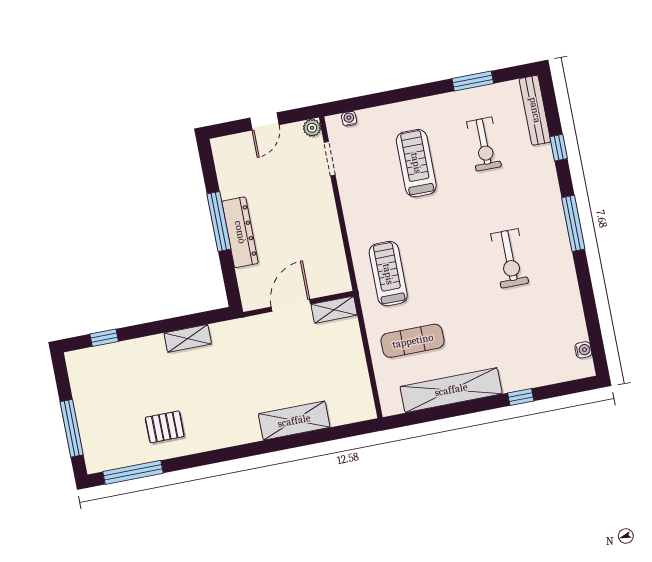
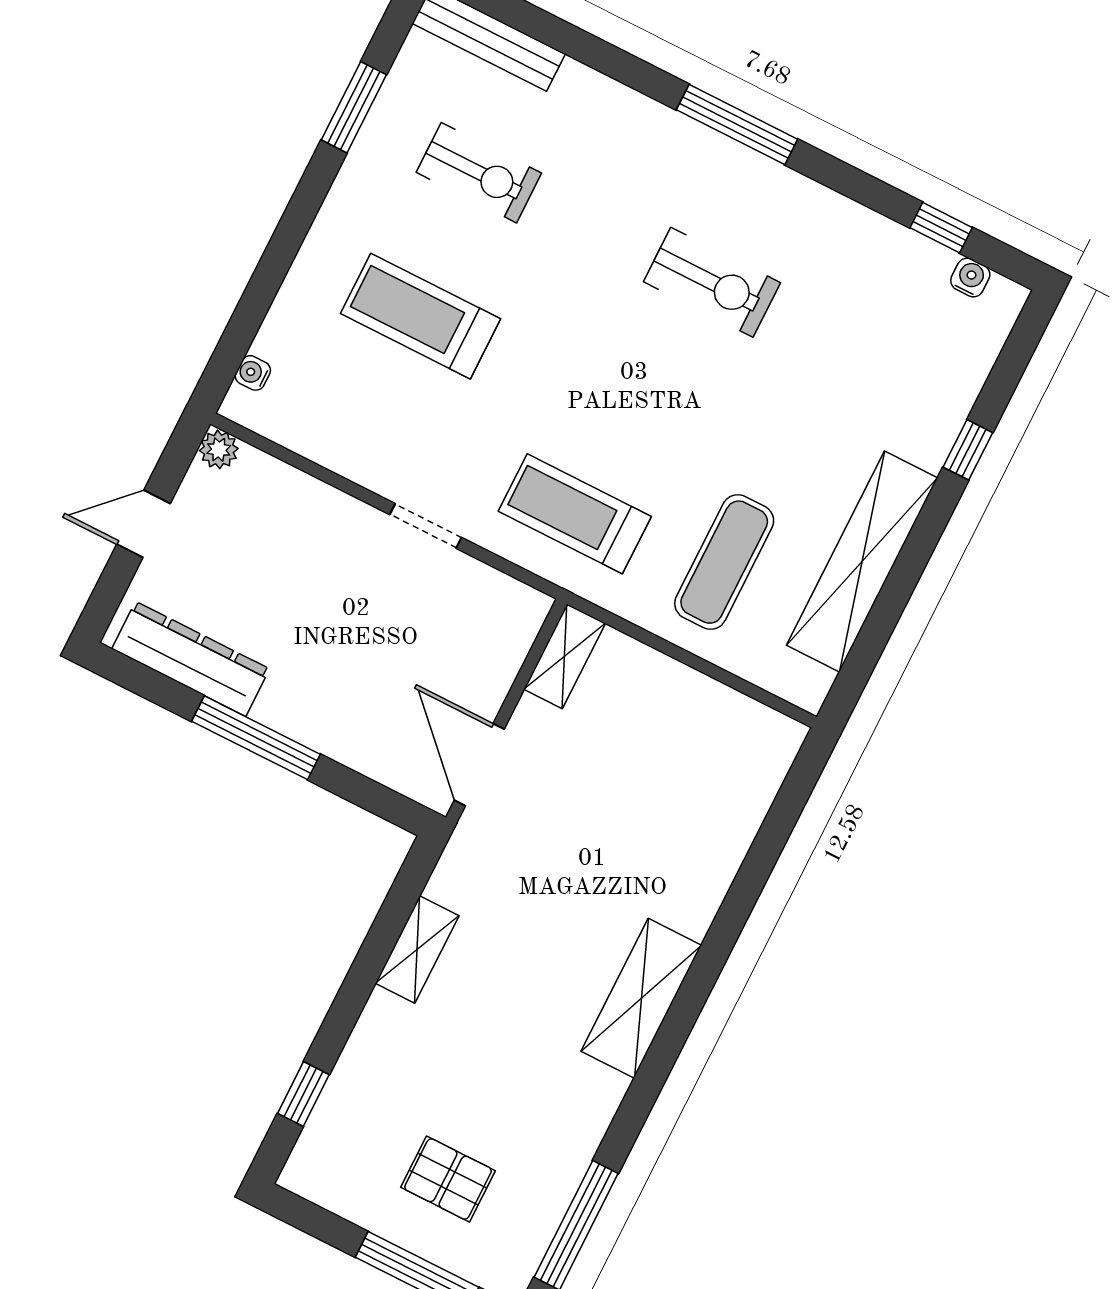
door: (264, 121) -> (143, 524), swing flipped
window: (559, 148) -> (941, 228), moved
doorway: (330, 159) -> (426, 526), moved
dresser: (240, 232) -> (191, 659), moved
door: (291, 305) -> (479, 765), moved
shelving: (294, 421) -> (641, 998), moved
pallet: (165, 427) -> (448, 1179), moved, turned 90

